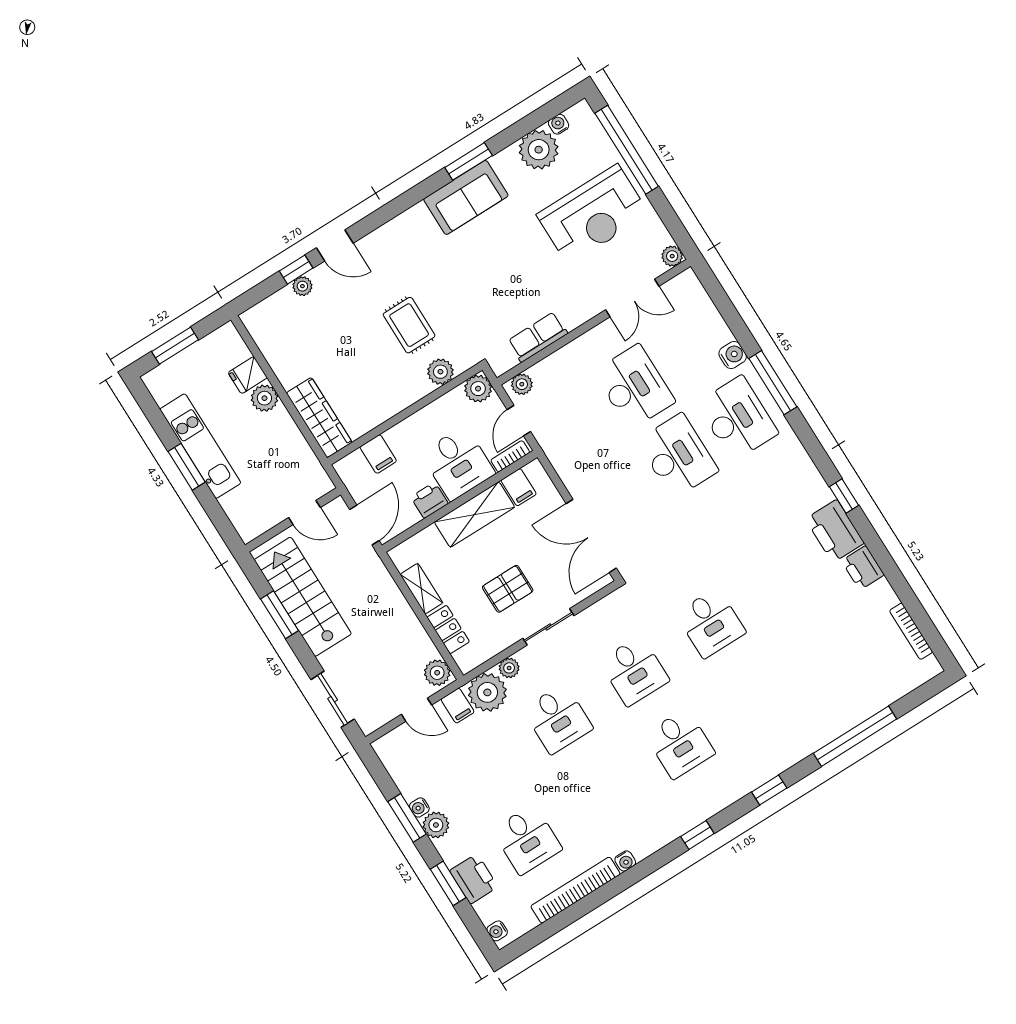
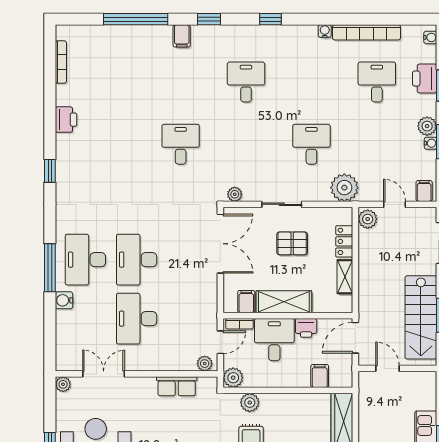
printer: (835, 531) -> (69, 153), removed
plant: (509, 668) -> (235, 194), moved
desk: (634, 671) -> (246, 144), removed
filing cabinet: (458, 706) -> (424, 191), moved
filing cabinet: (789, 750) -> (182, 36), added

